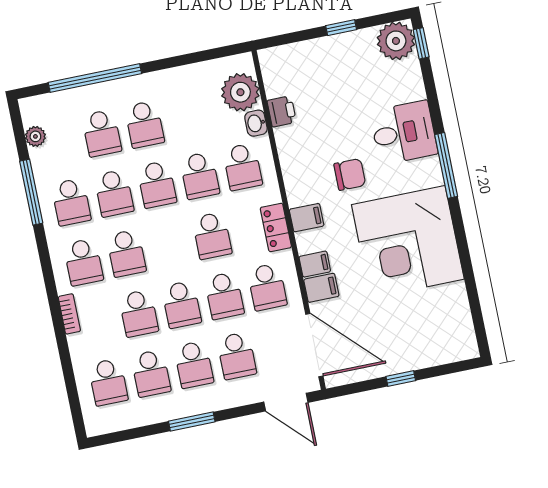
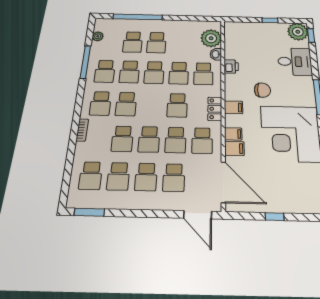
printer: (282, 111) -> (231, 66), moved
desk: (404, 133) -> (295, 62), moved
window: (192, 421) -> (89, 212), moved

